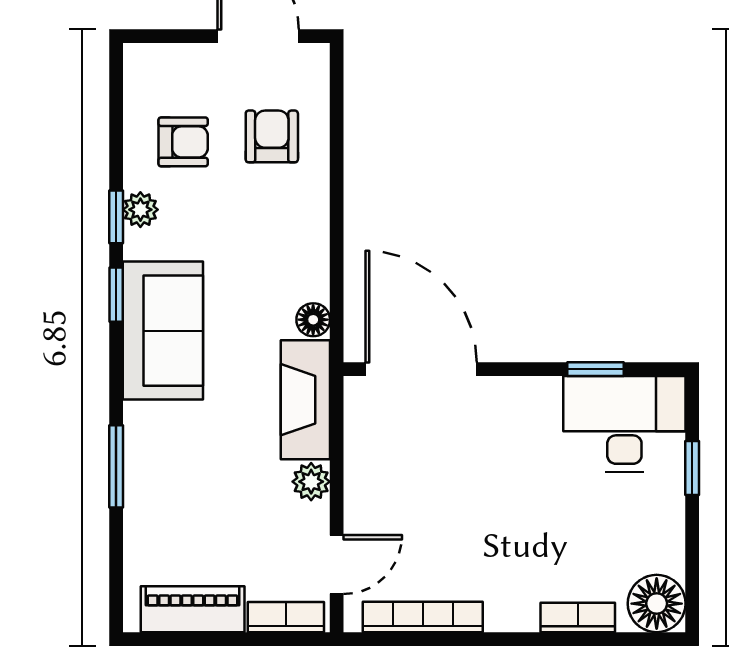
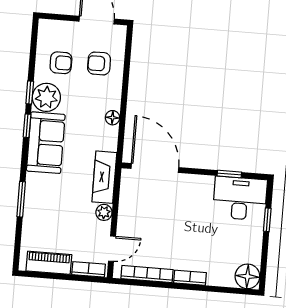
armchair: (272, 136) -> (99, 63), turned -90
plant: (140, 210) -> (46, 97), width x1.88, depth x1.88
floor lamp: (313, 320) -> (112, 118), moved
bookcase: (578, 617) -> (190, 278), moved

